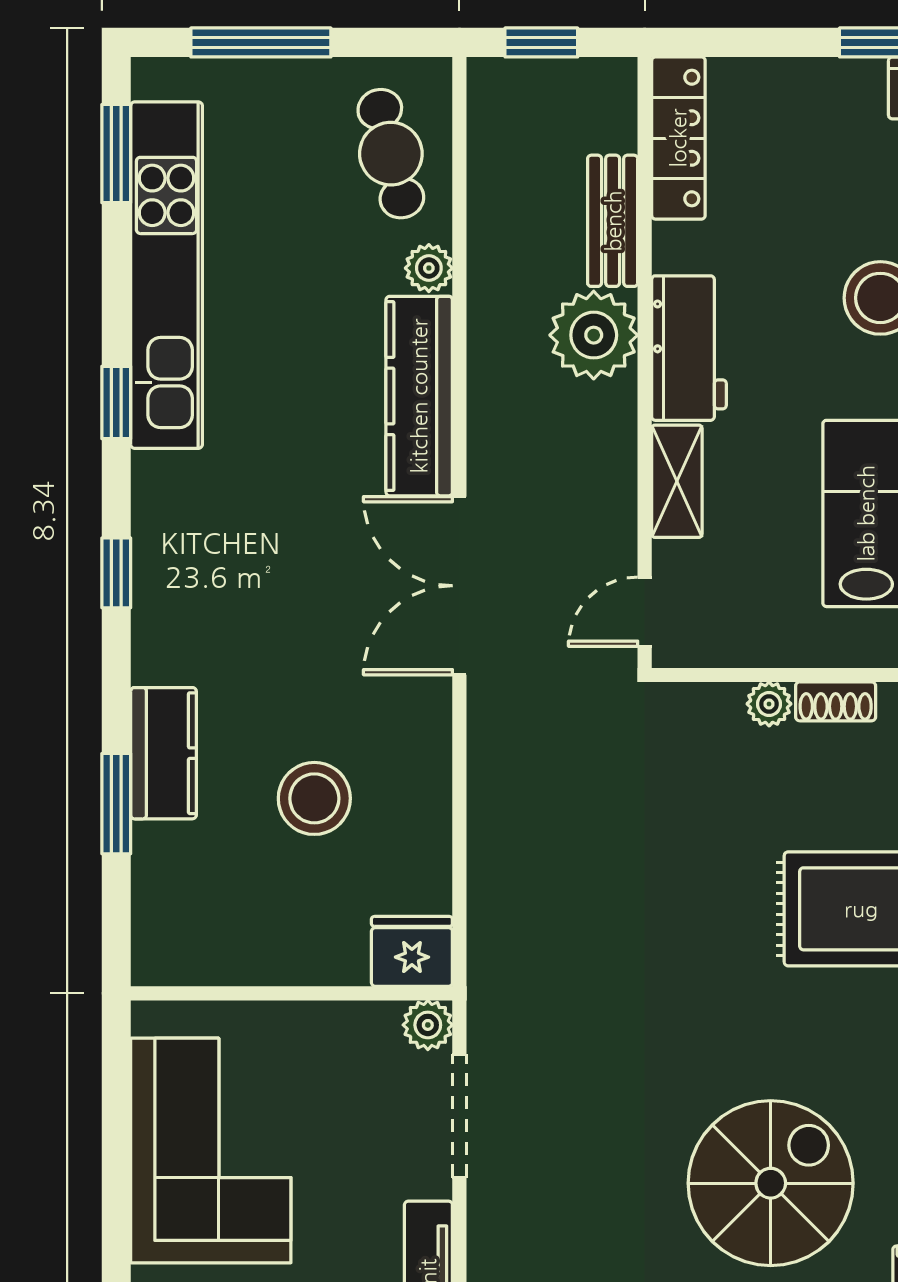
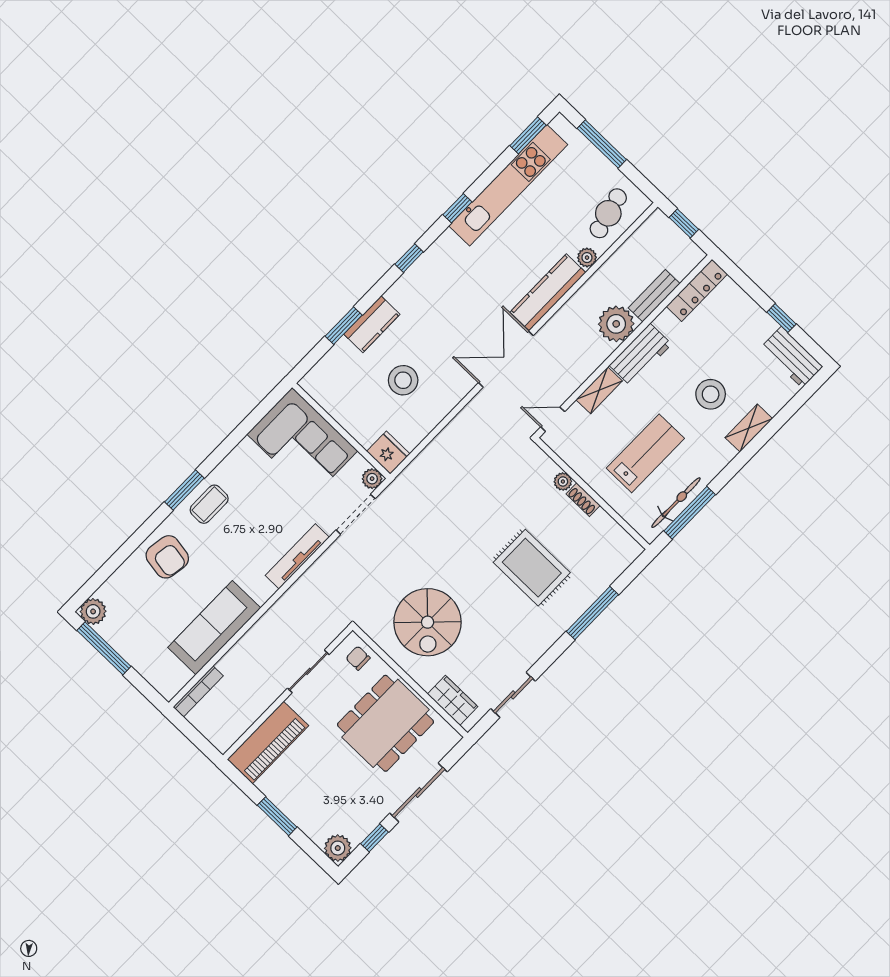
corner sofa: (211, 1151) -> (302, 443), moved, turned 90
spiral stairs: (771, 1183) -> (428, 622), turned 90

